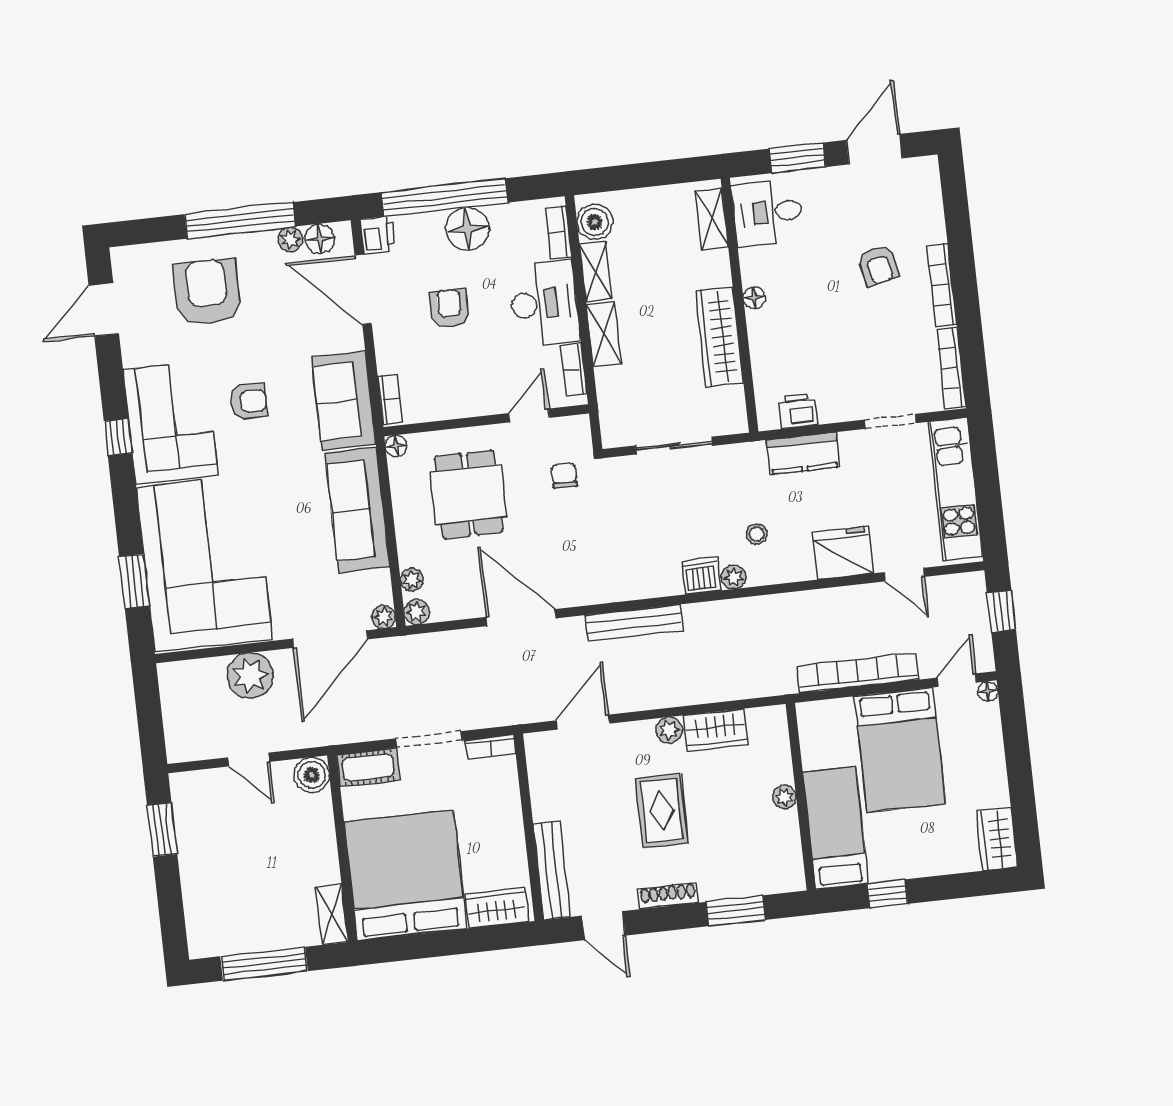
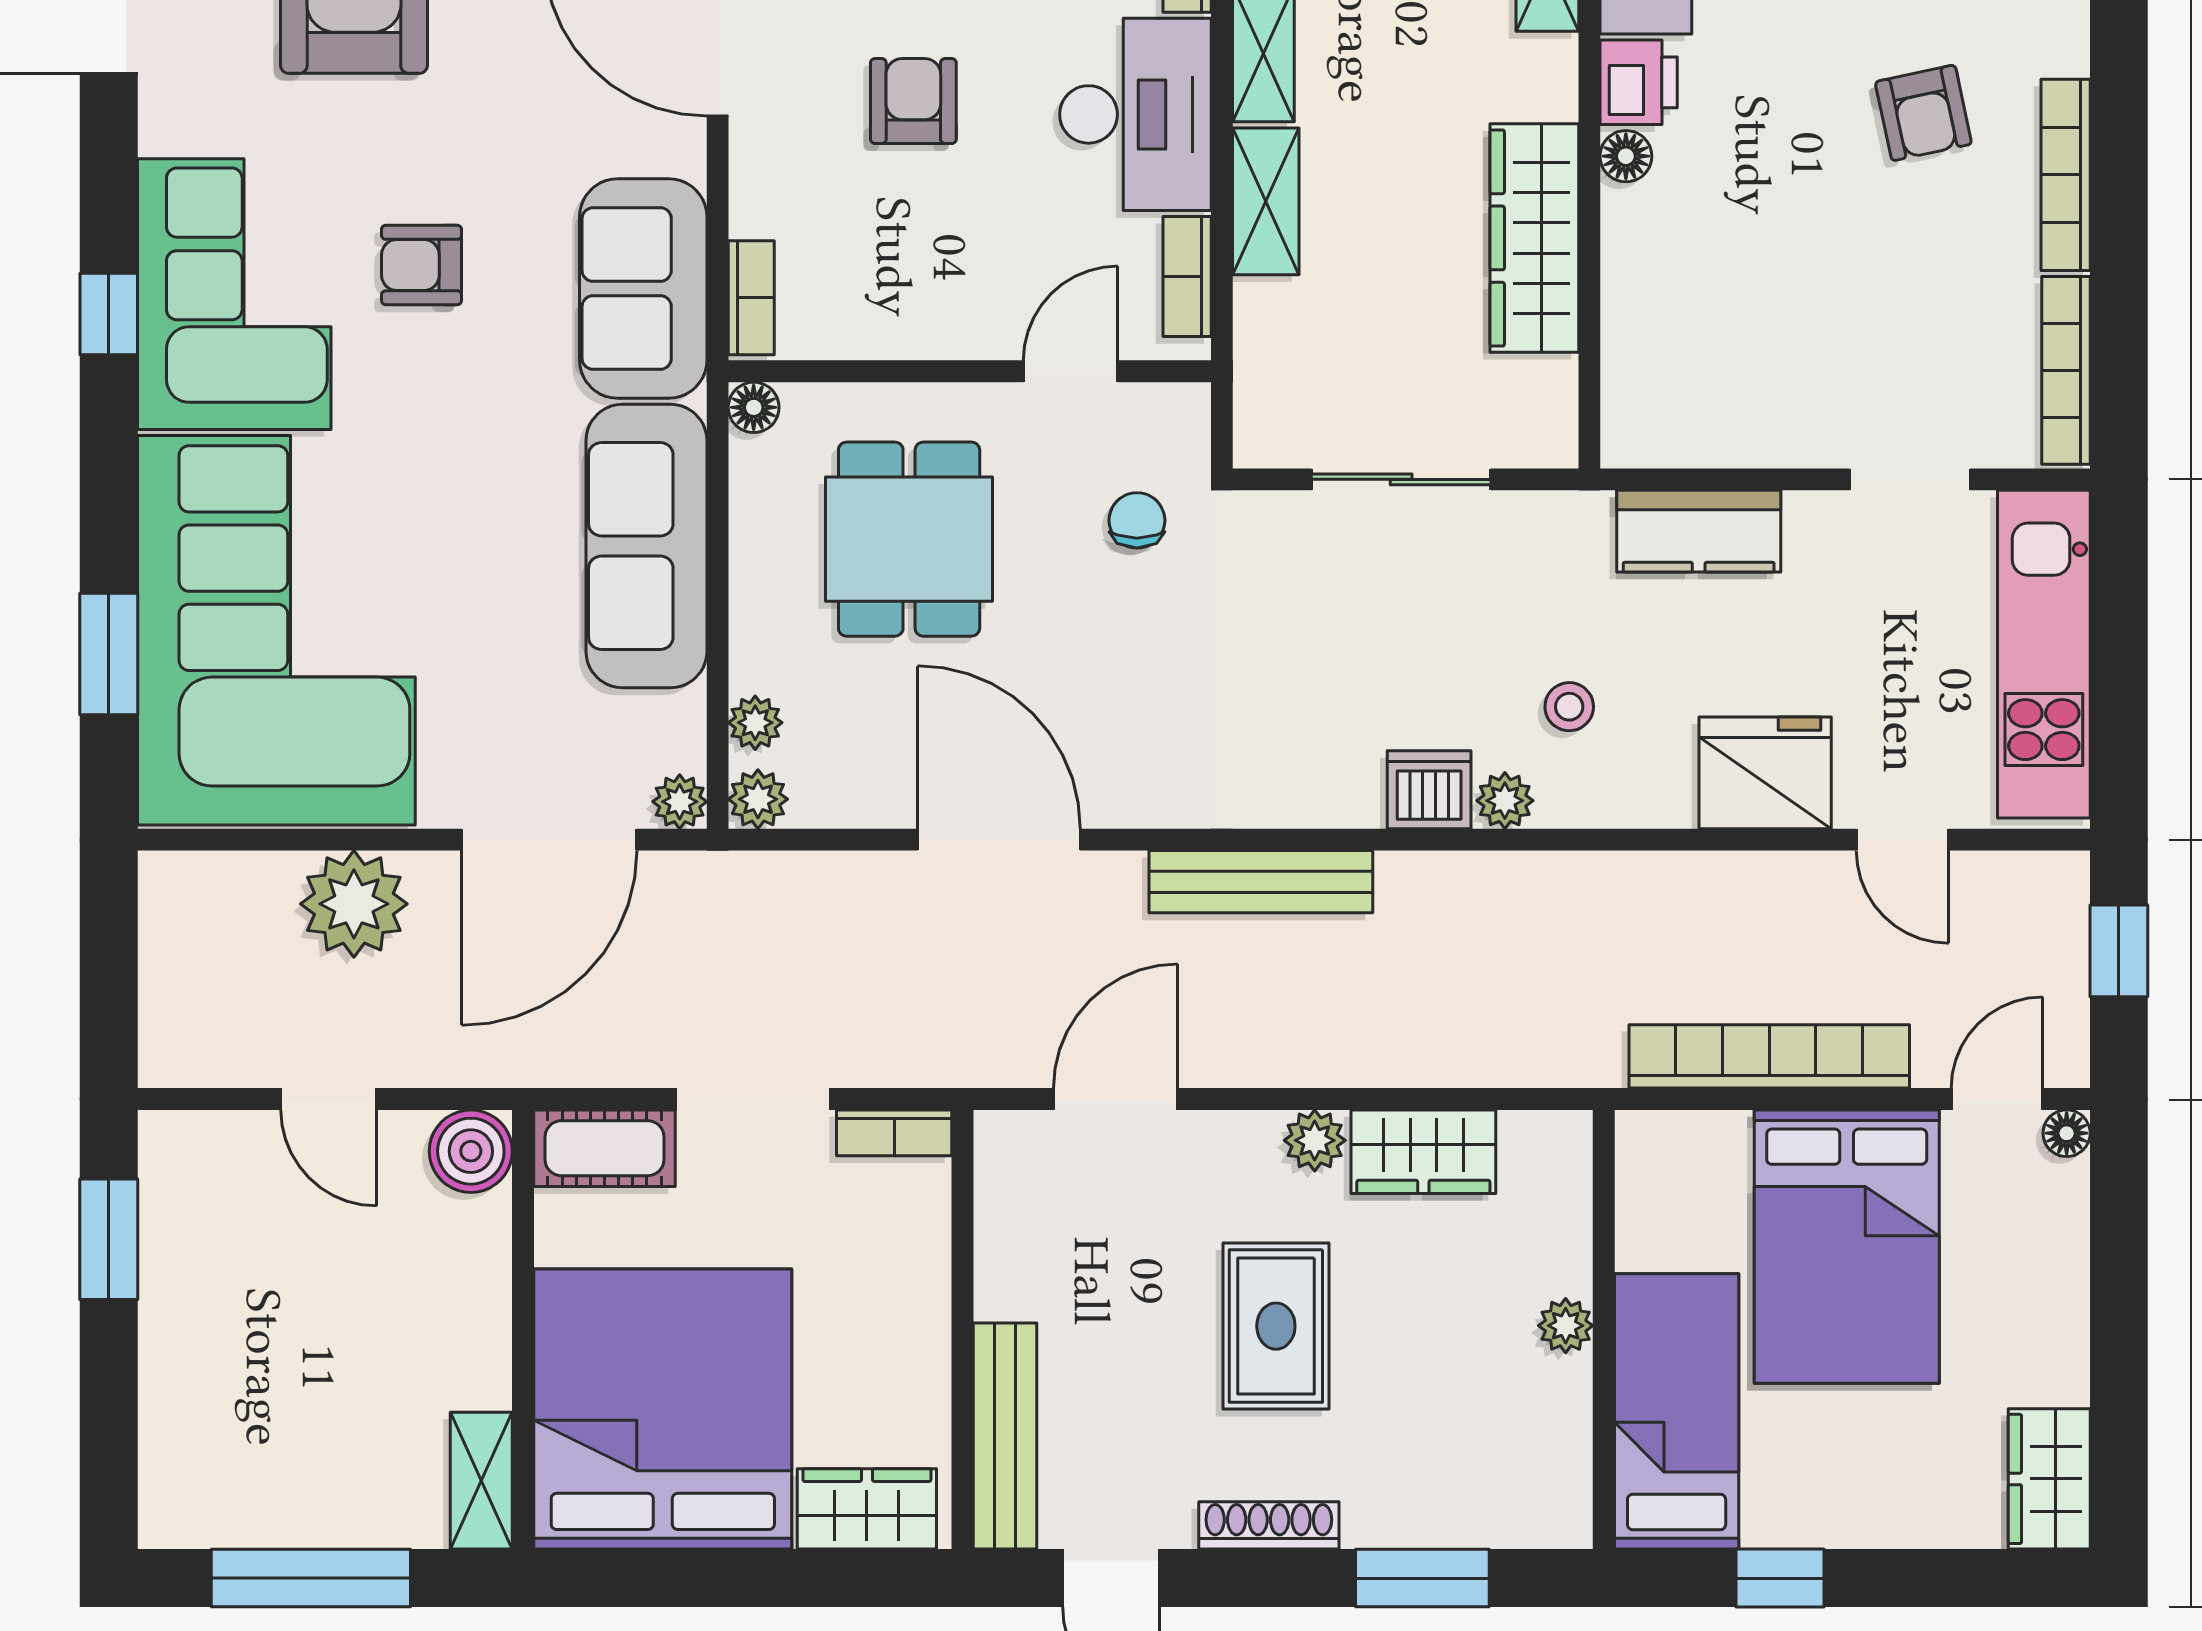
armchair: (248, 401) -> (422, 265), turned 180
printer: (798, 411) -> (1639, 82), moved, turned 90

